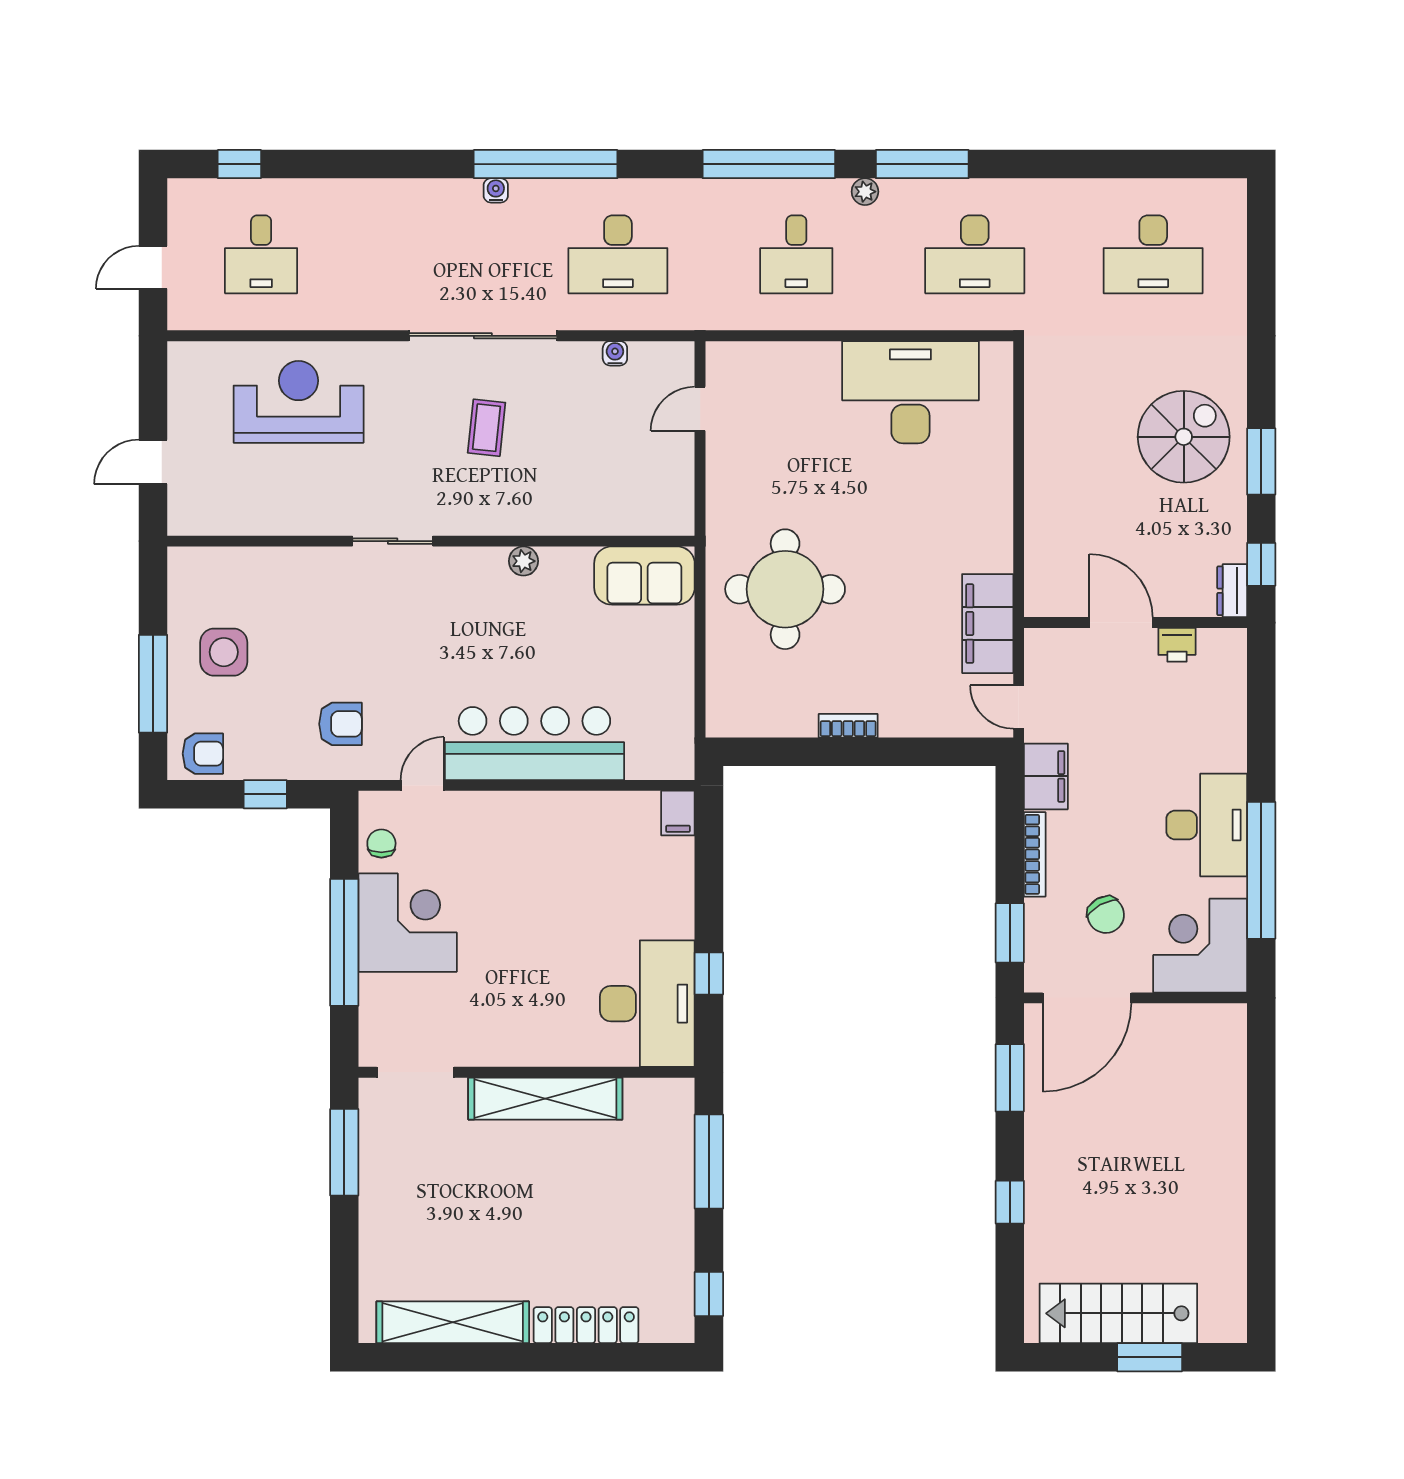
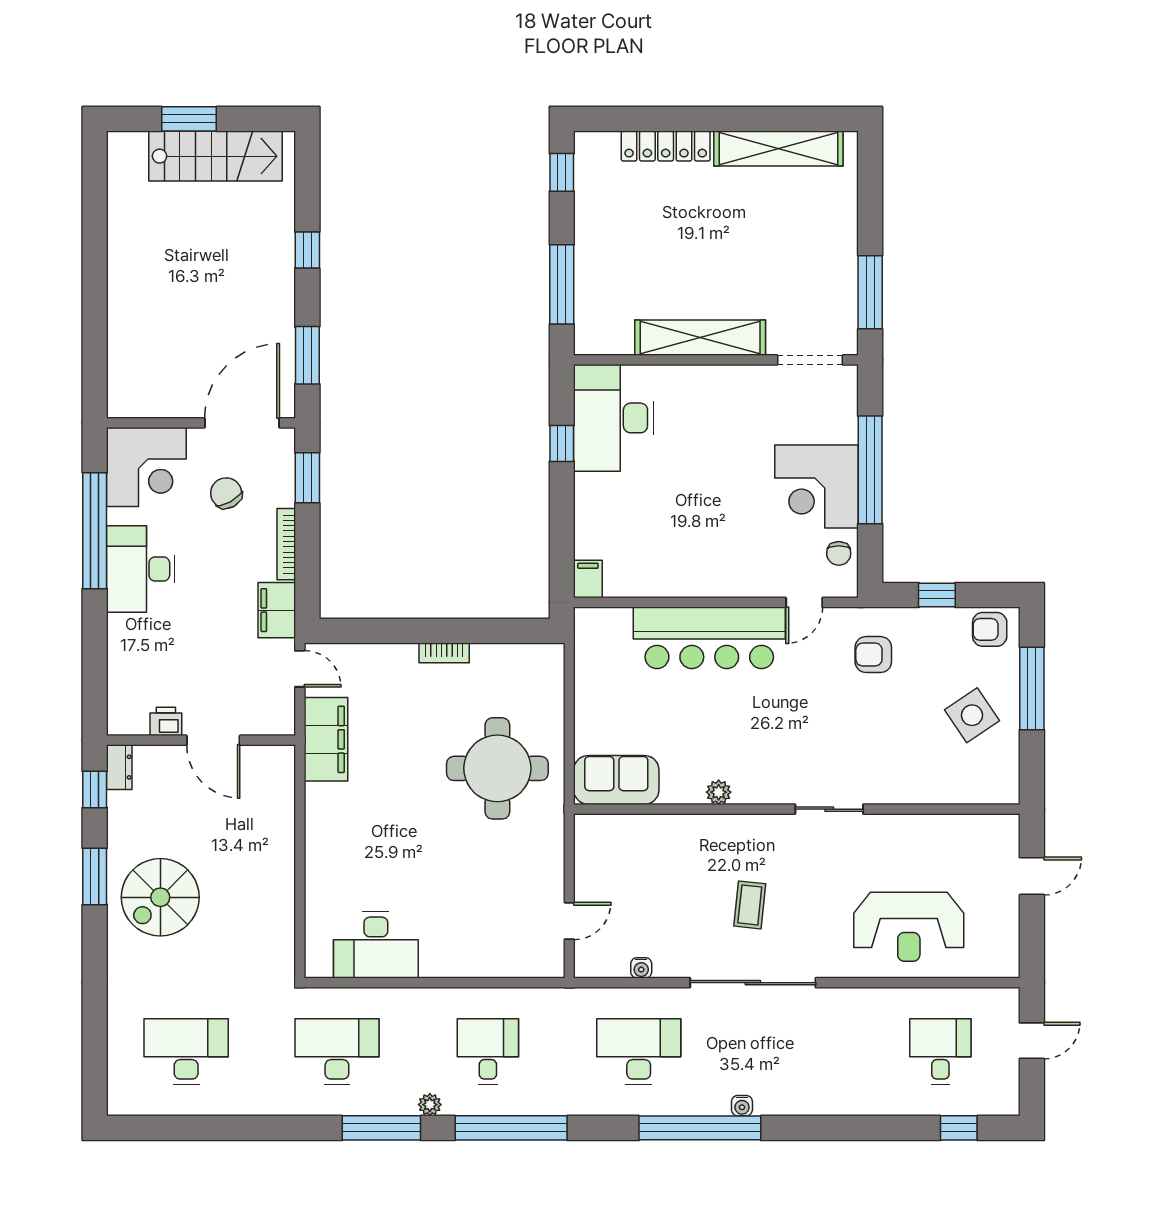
desk: (910, 392) -> (376, 945), width x0.73, depth x0.77
side table: (224, 652) -> (972, 715), turned -34

